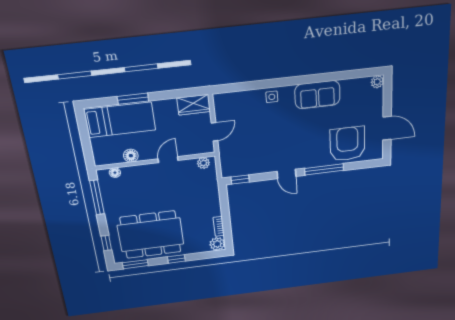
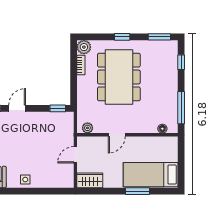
floor lamp: (131, 156) -> (147, 142), removed
door: (286, 174) -> (17, 108), hinge flipped
dining table: (151, 235) -> (119, 77), moved, turned 90

